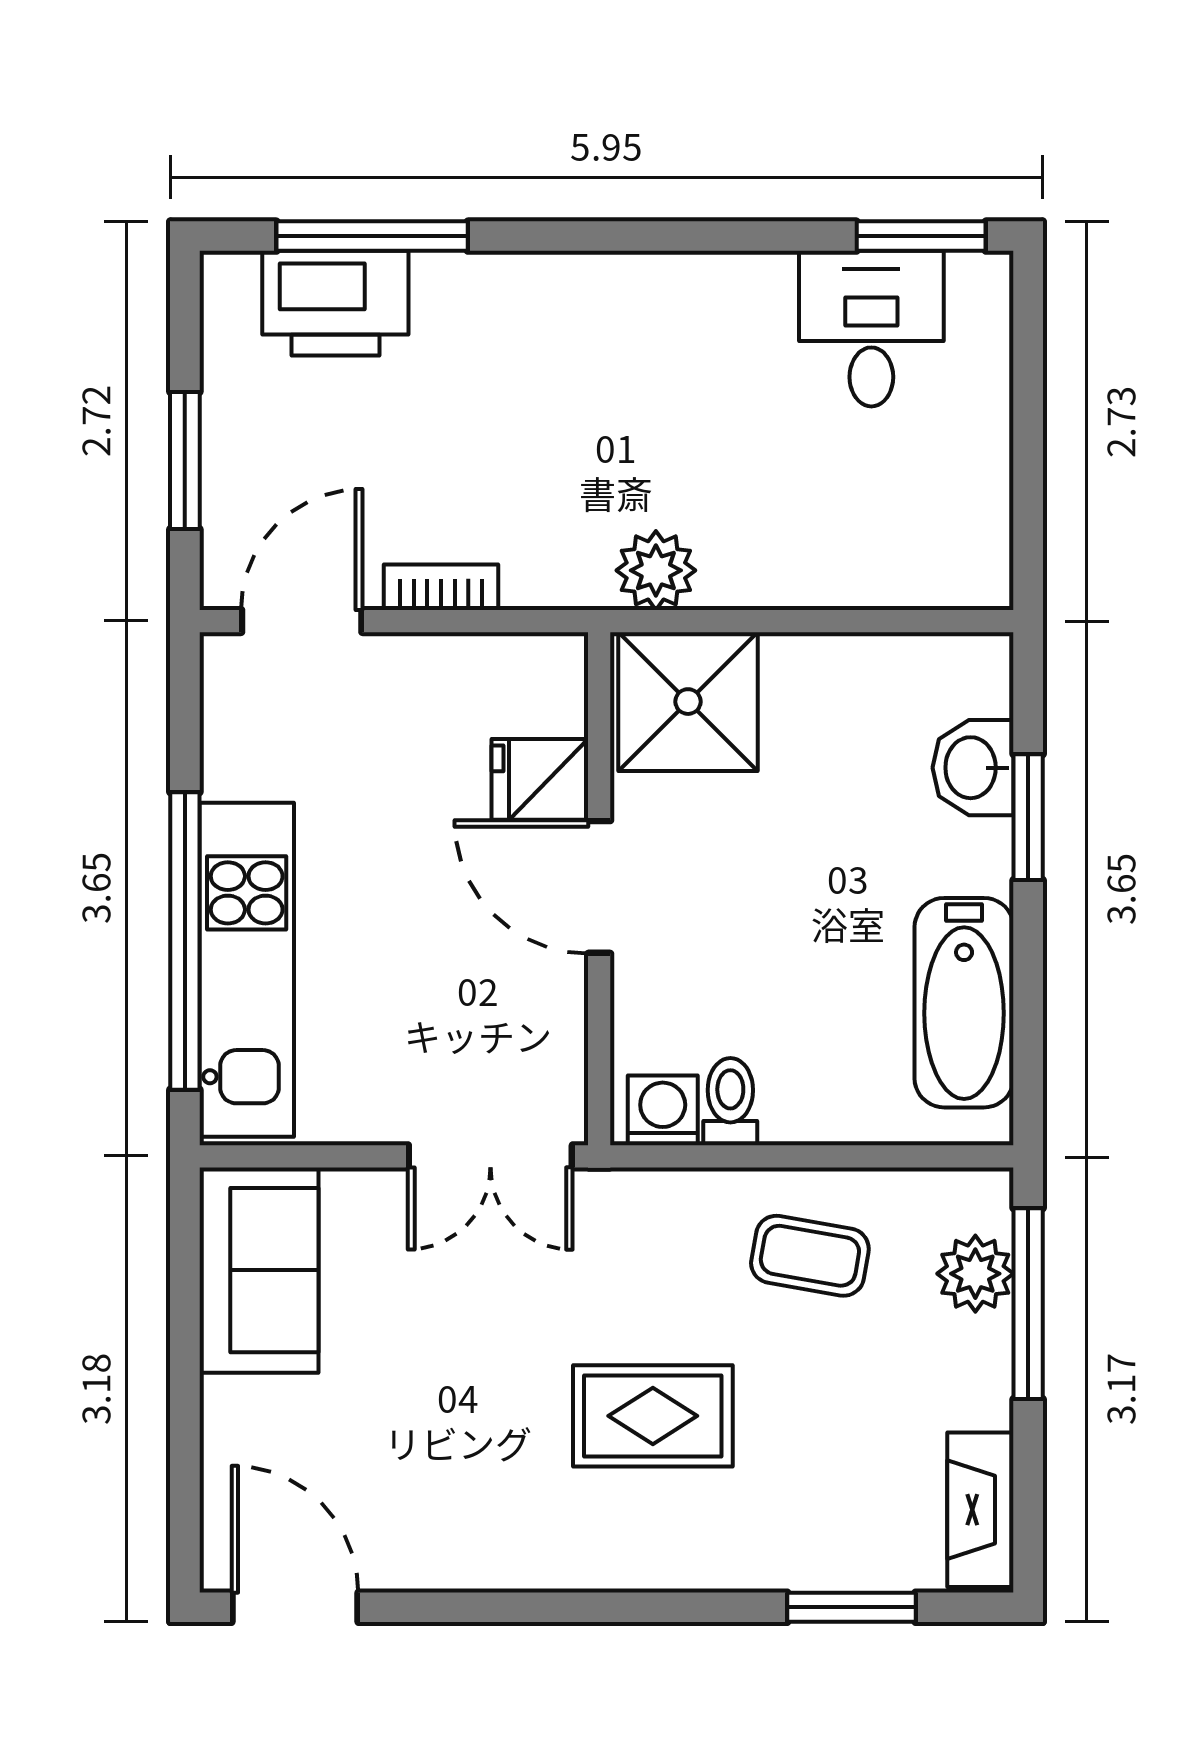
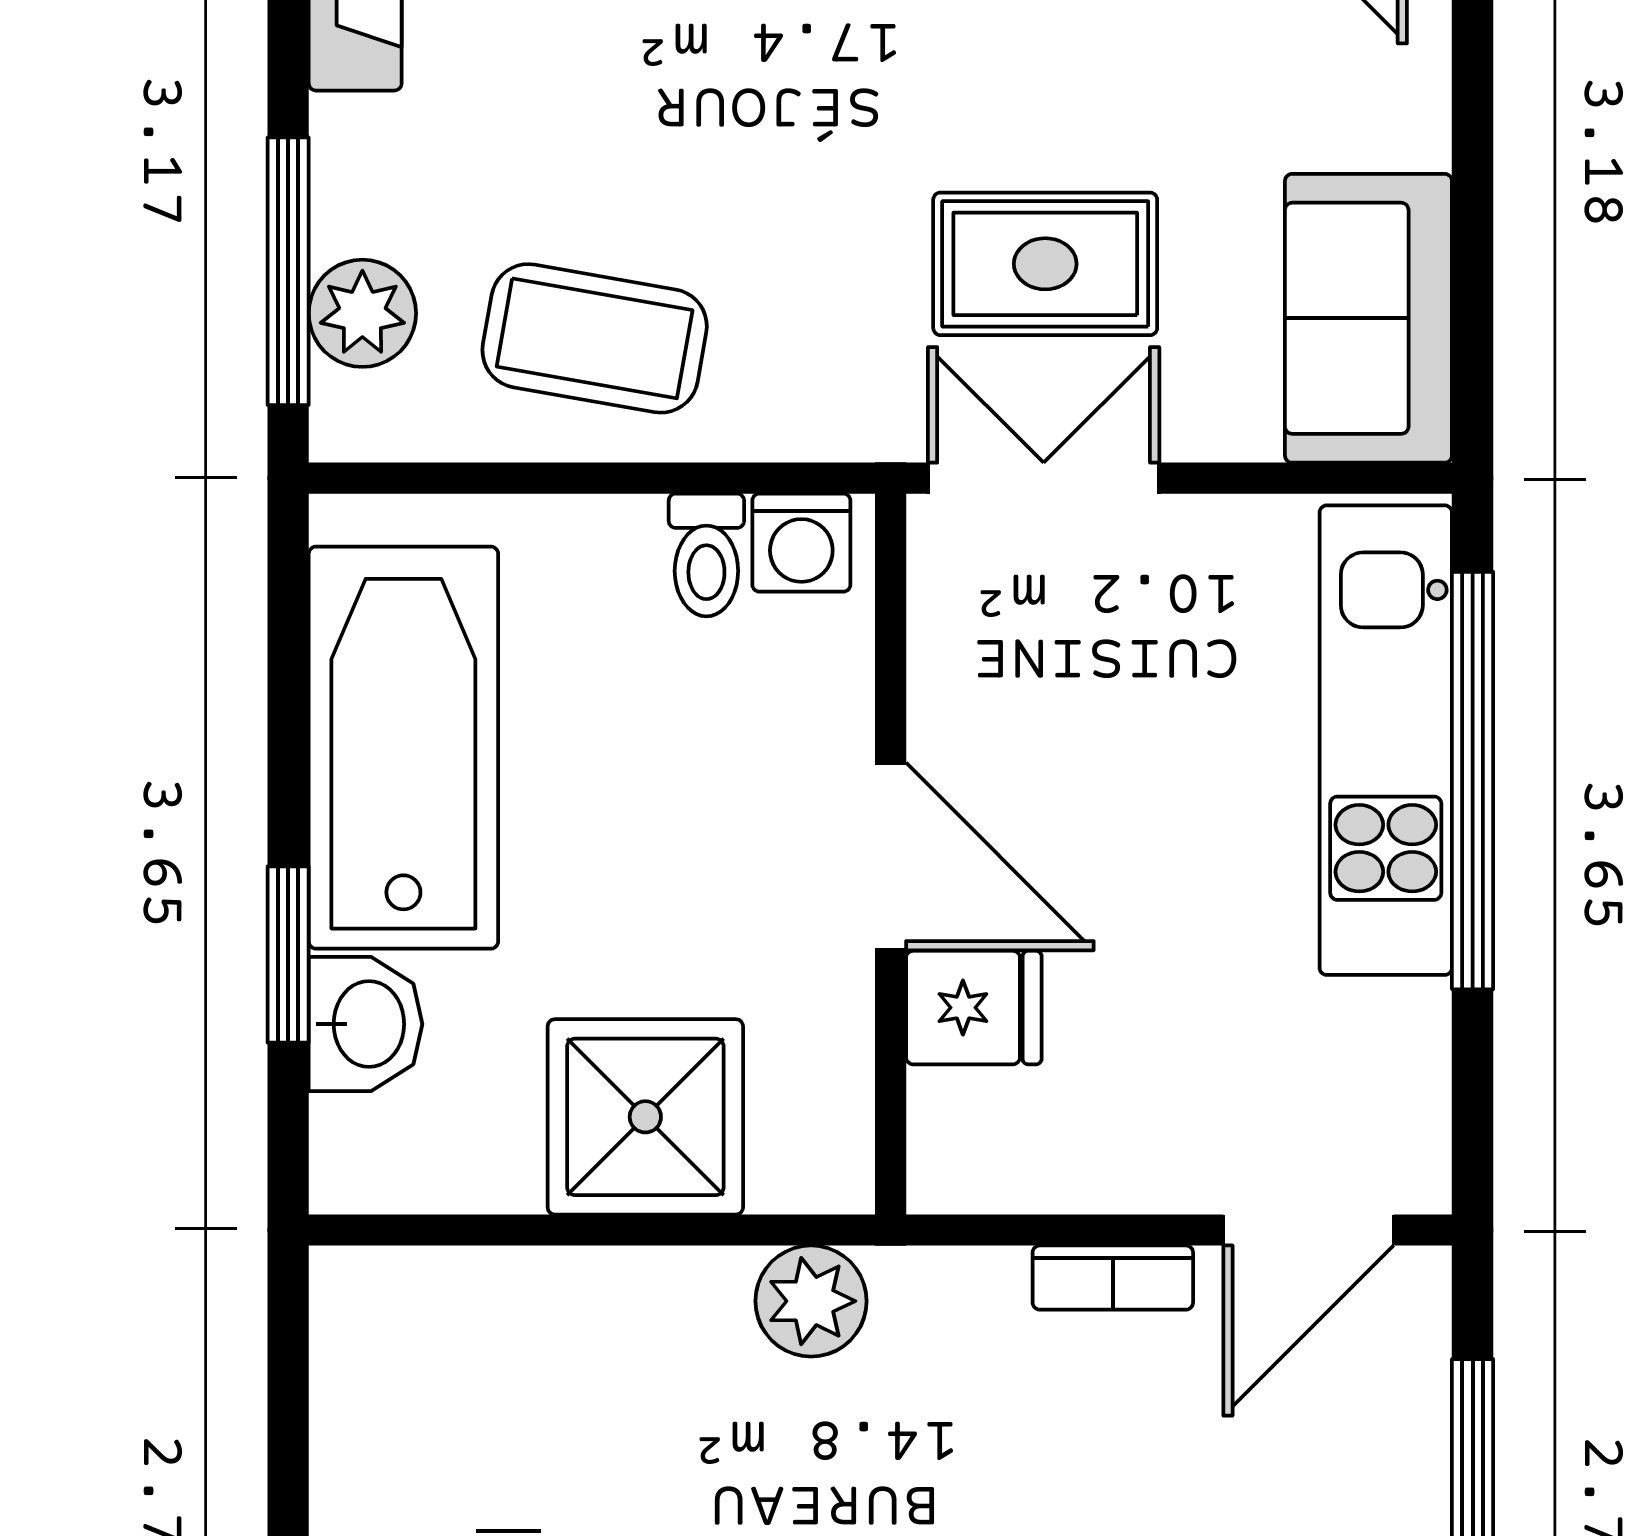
shower: (688, 702) -> (645, 1117), moved
bathtub: (964, 1003) -> (403, 748), width x1.36, depth x1.36
coffee table: (810, 1256) -> (595, 338), width x1.36, depth x1.30
rug: (653, 1416) -> (1045, 264), moved

